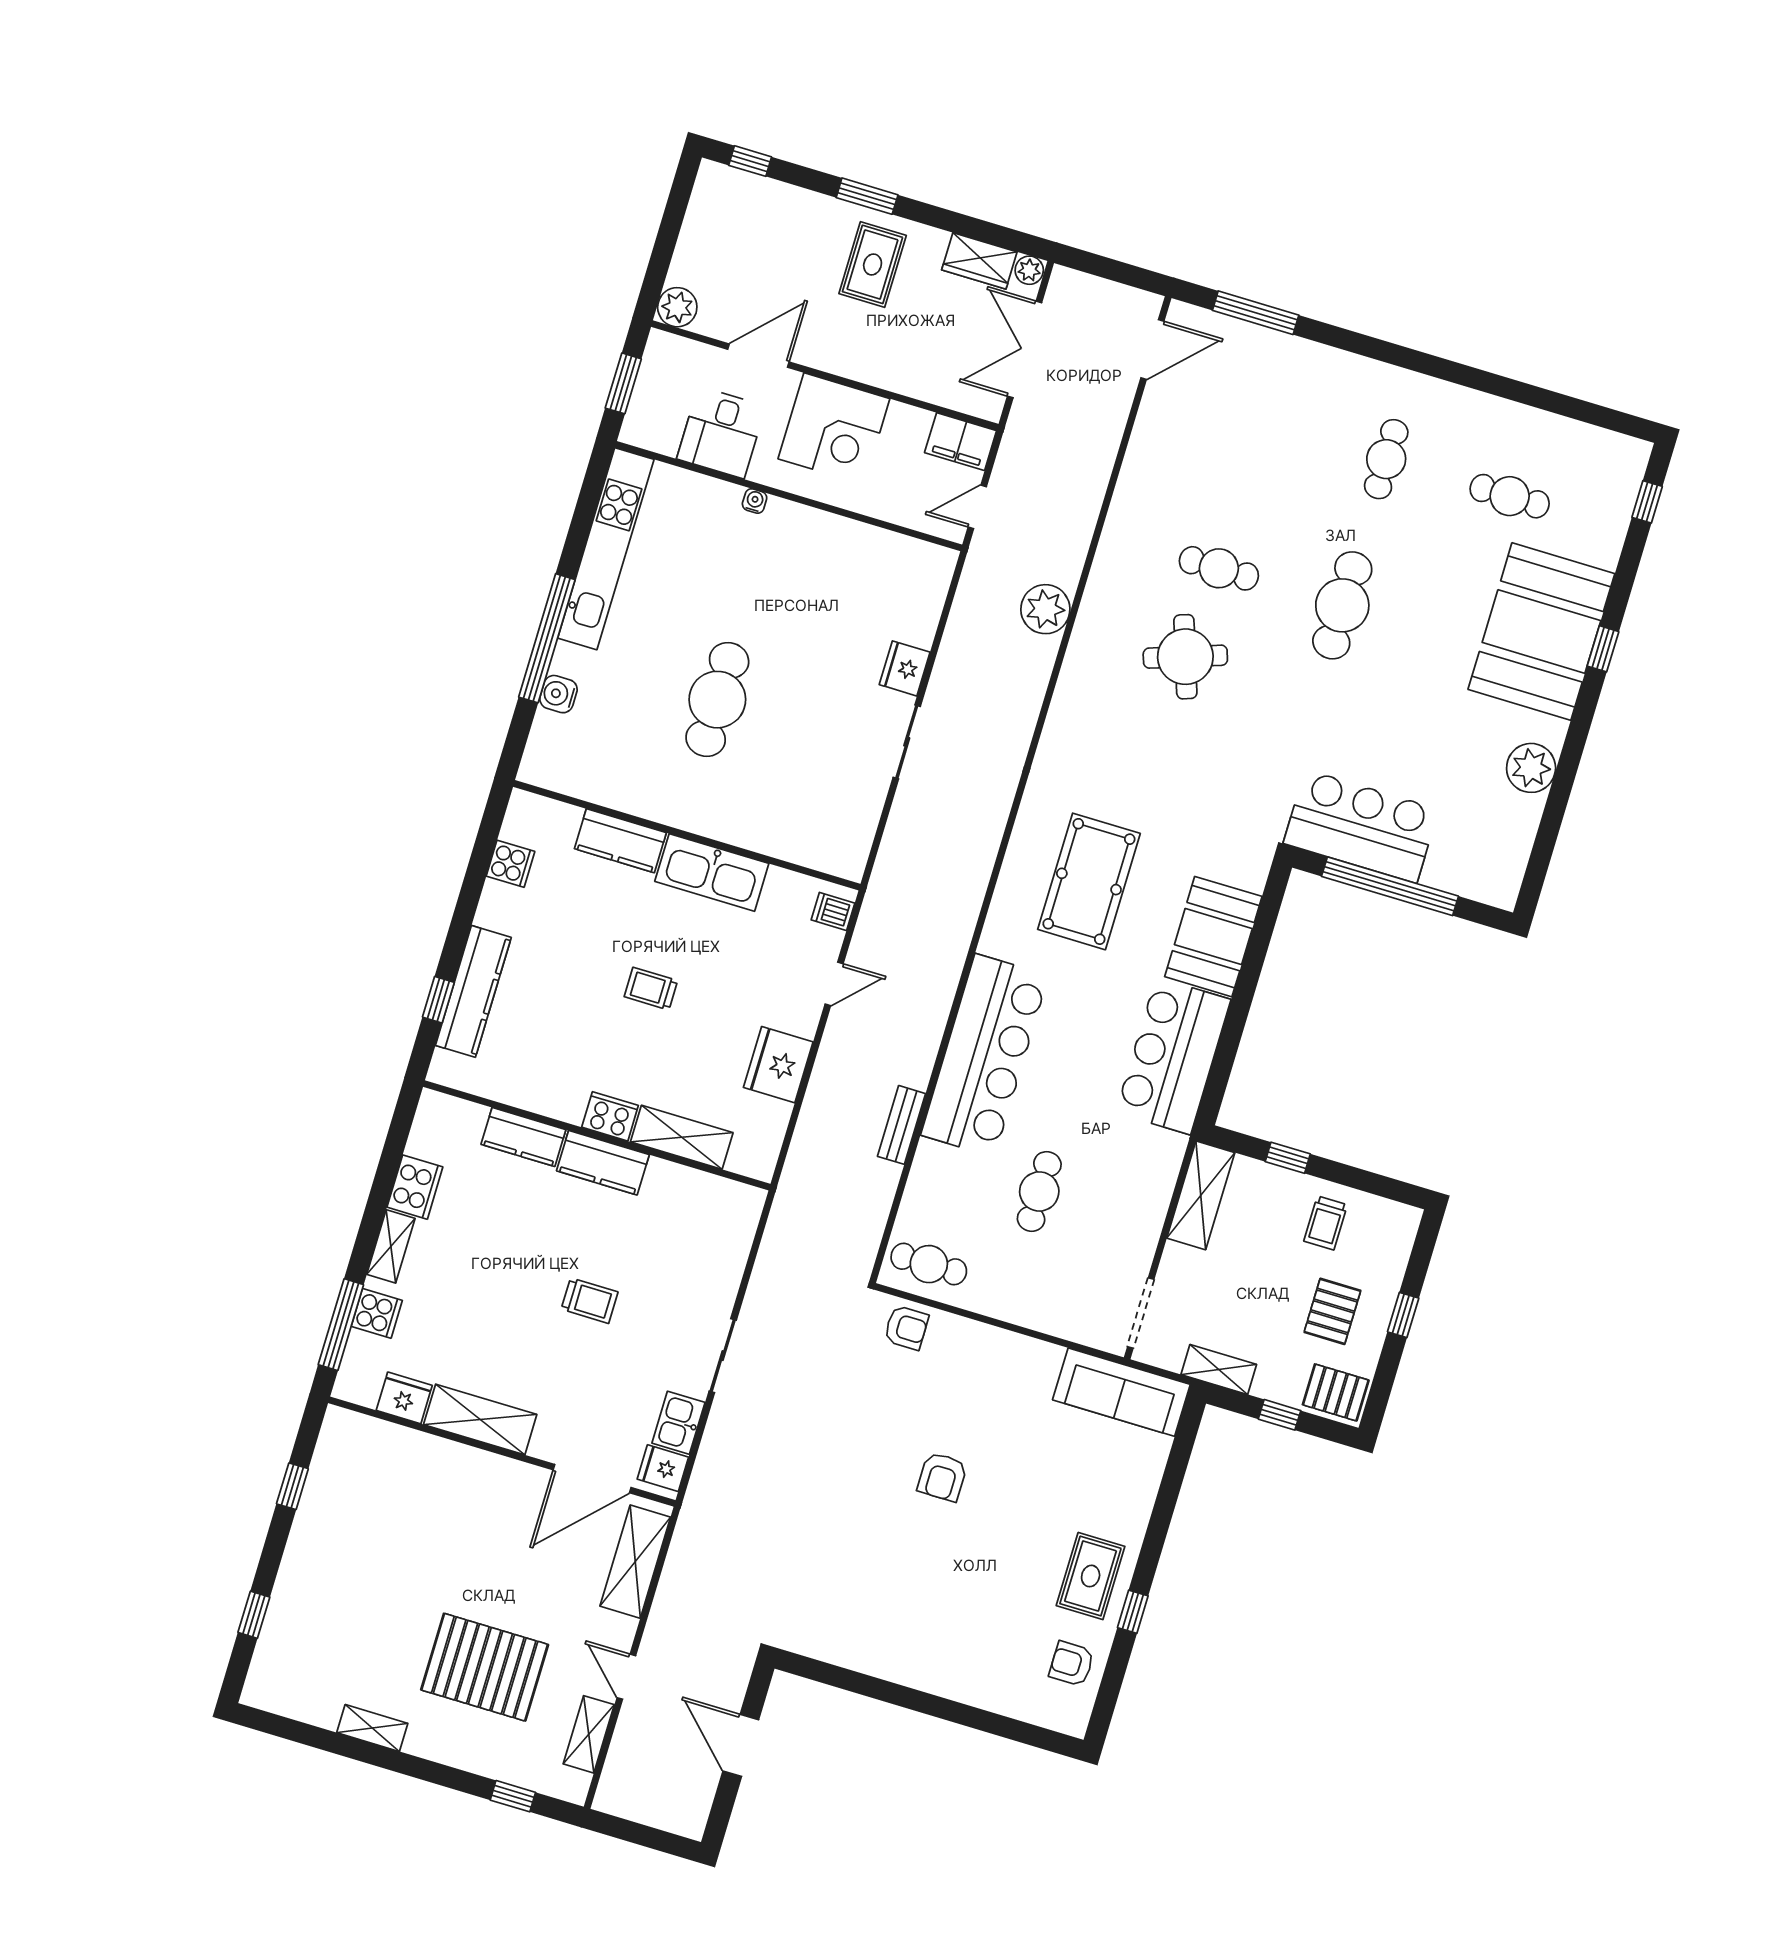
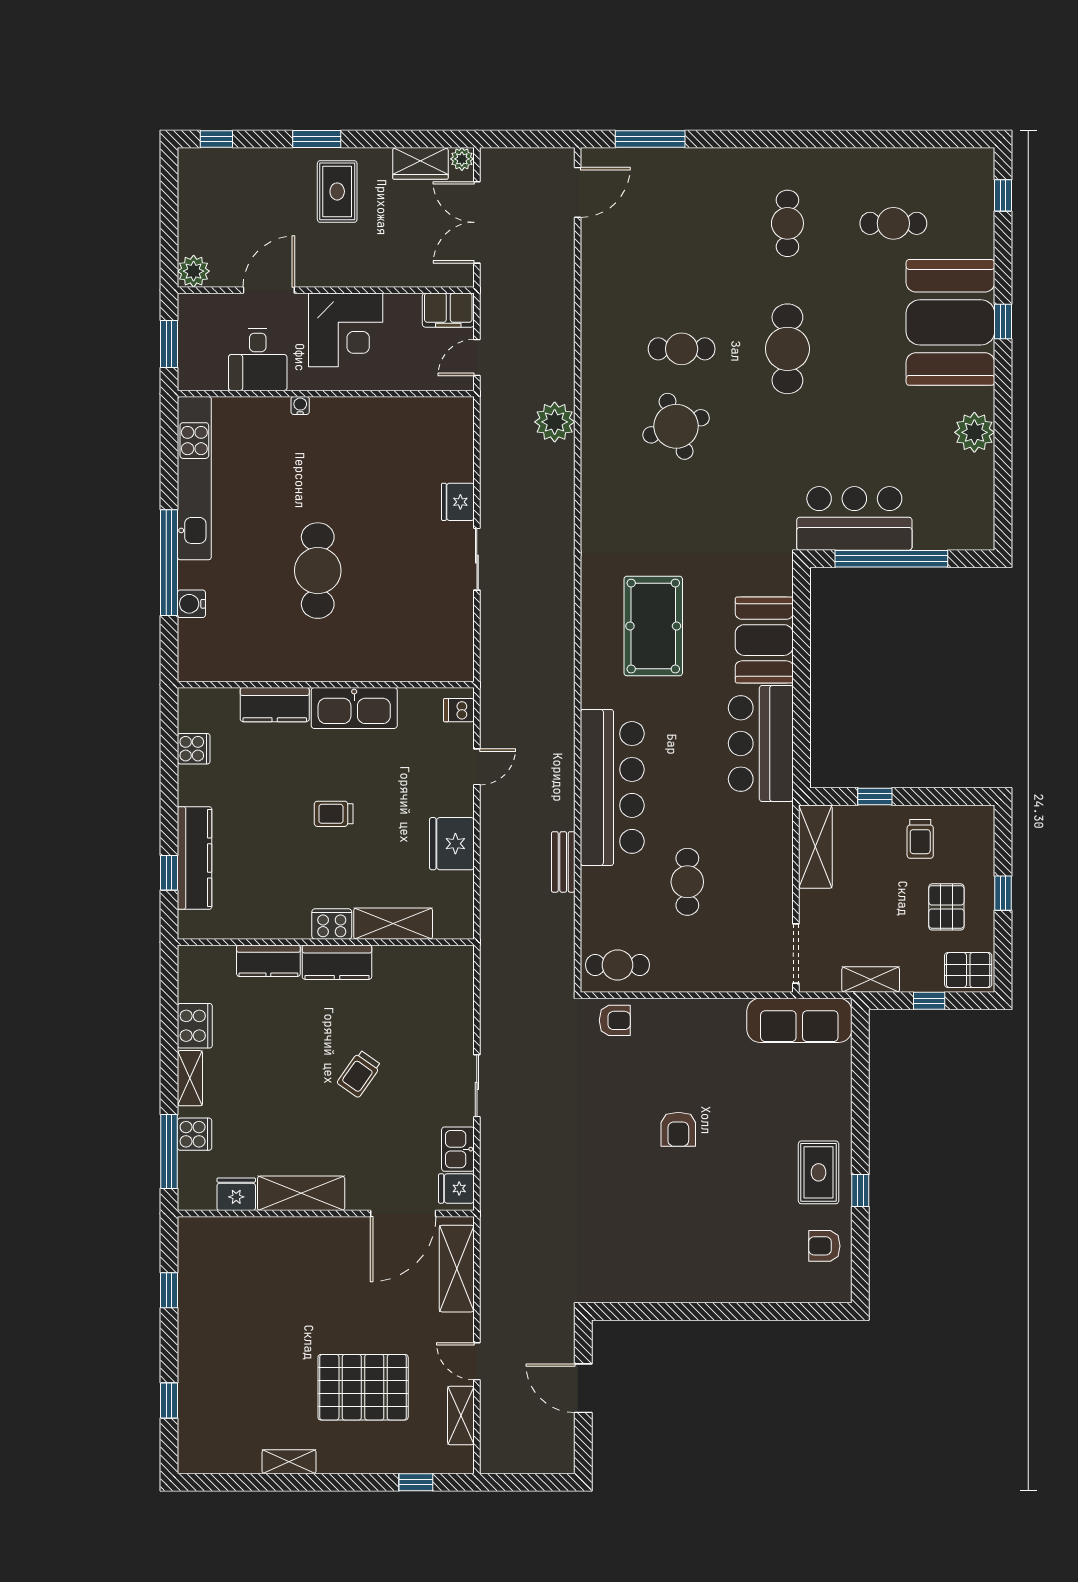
trolley: (590, 1301) -> (359, 1074), turned 125

